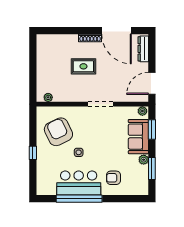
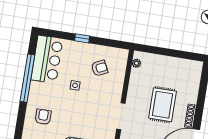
rug: (83, 66) -> (163, 105), width x1.36, depth x1.43
armchair: (58, 132) -> (100, 68), width x0.53, depth x0.53
bar counter: (79, 183) -> (47, 59), moved

